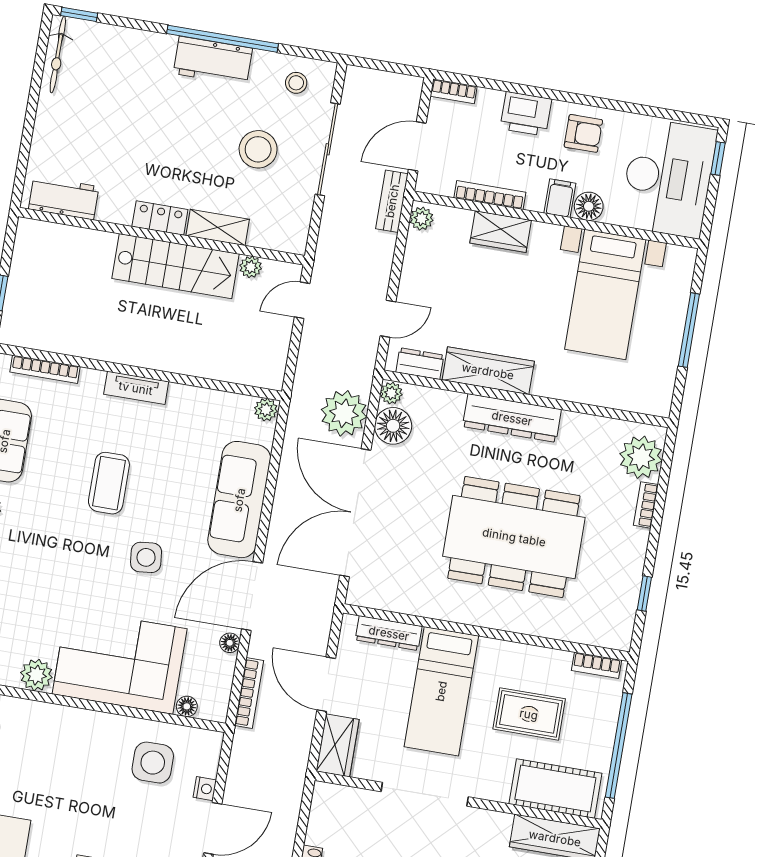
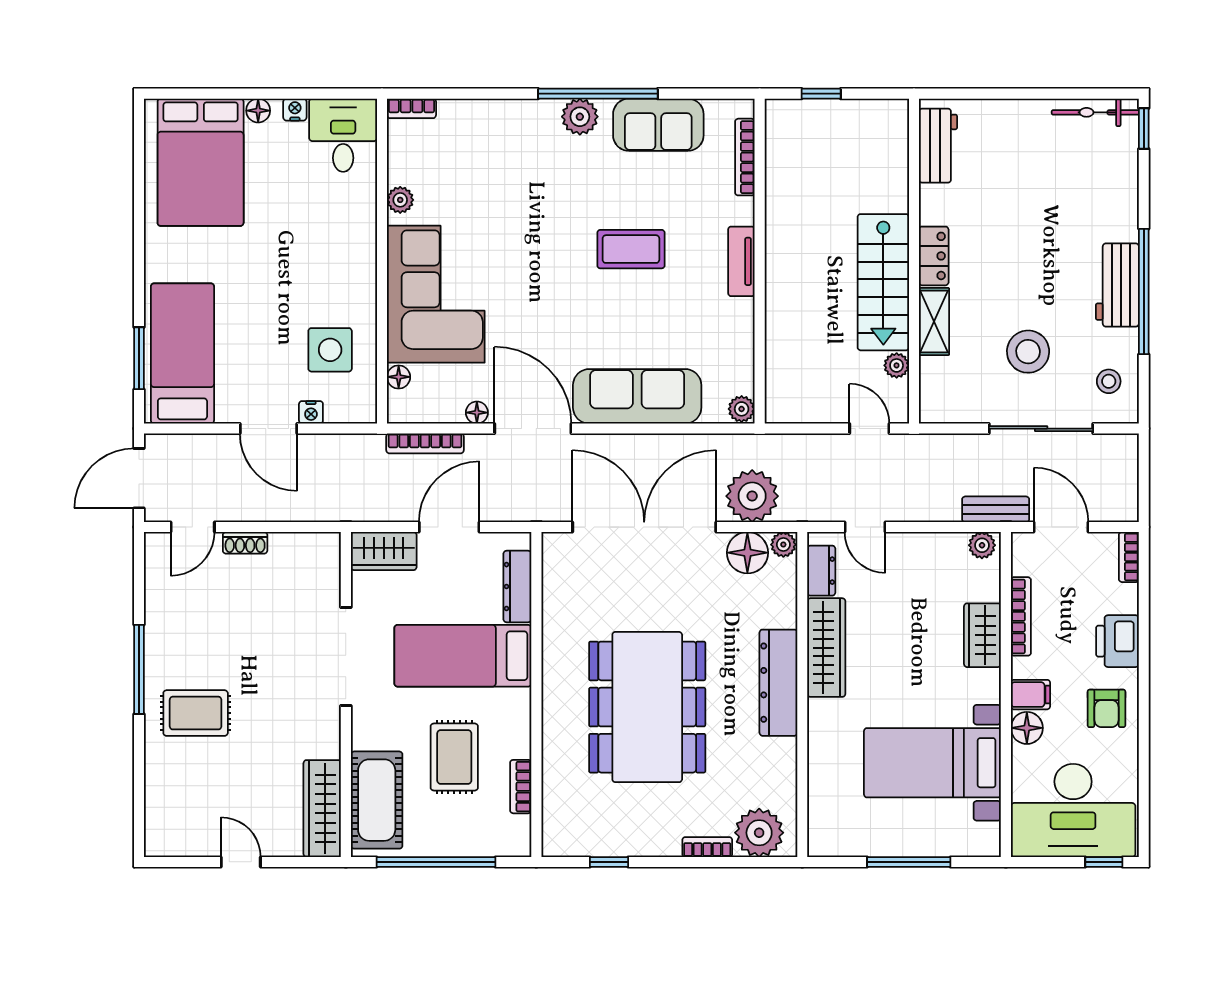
side table: (146, 557) -> (556, 304), removed
bookcase: (597, 665) -> (521, 787), moved
plant: (36, 675) -> (400, 200), width x0.73, depth x0.73

